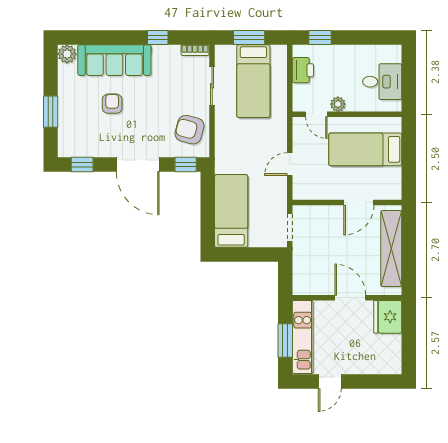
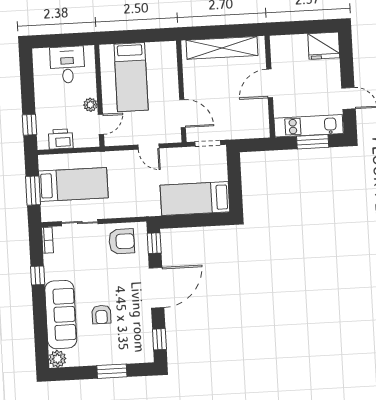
armchair: (112, 104) -> (101, 314), turned -90
armchair: (190, 130) -> (122, 241), turned -105
door: (359, 202) -> (183, 114), moved
fridge: (388, 317) -> (324, 46), moved

